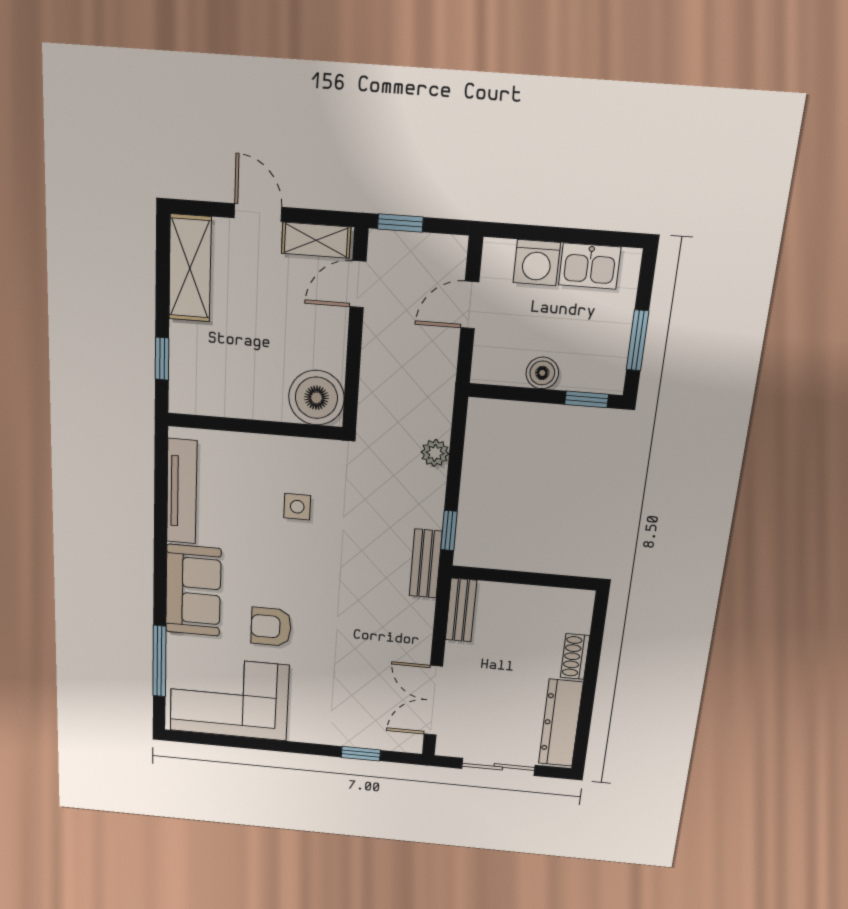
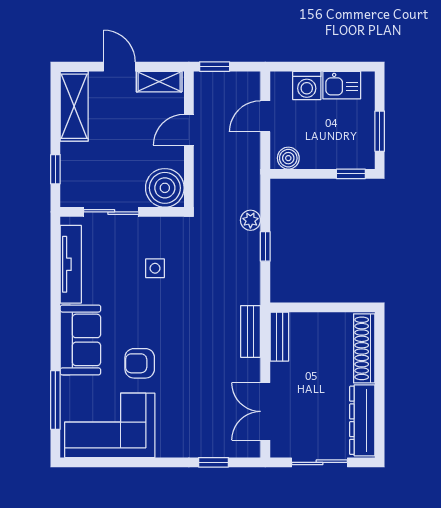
door: (358, 284) -> (189, 130), moved
boiler: (542, 373) -> (288, 158), moved
sliding door: (239, 425) -> (111, 212), added
window: (449, 531) -> (265, 246), moved
bench: (426, 564) -> (251, 331), moved
shoe rack: (575, 657) -> (364, 348), width x1.94, depth x1.24

